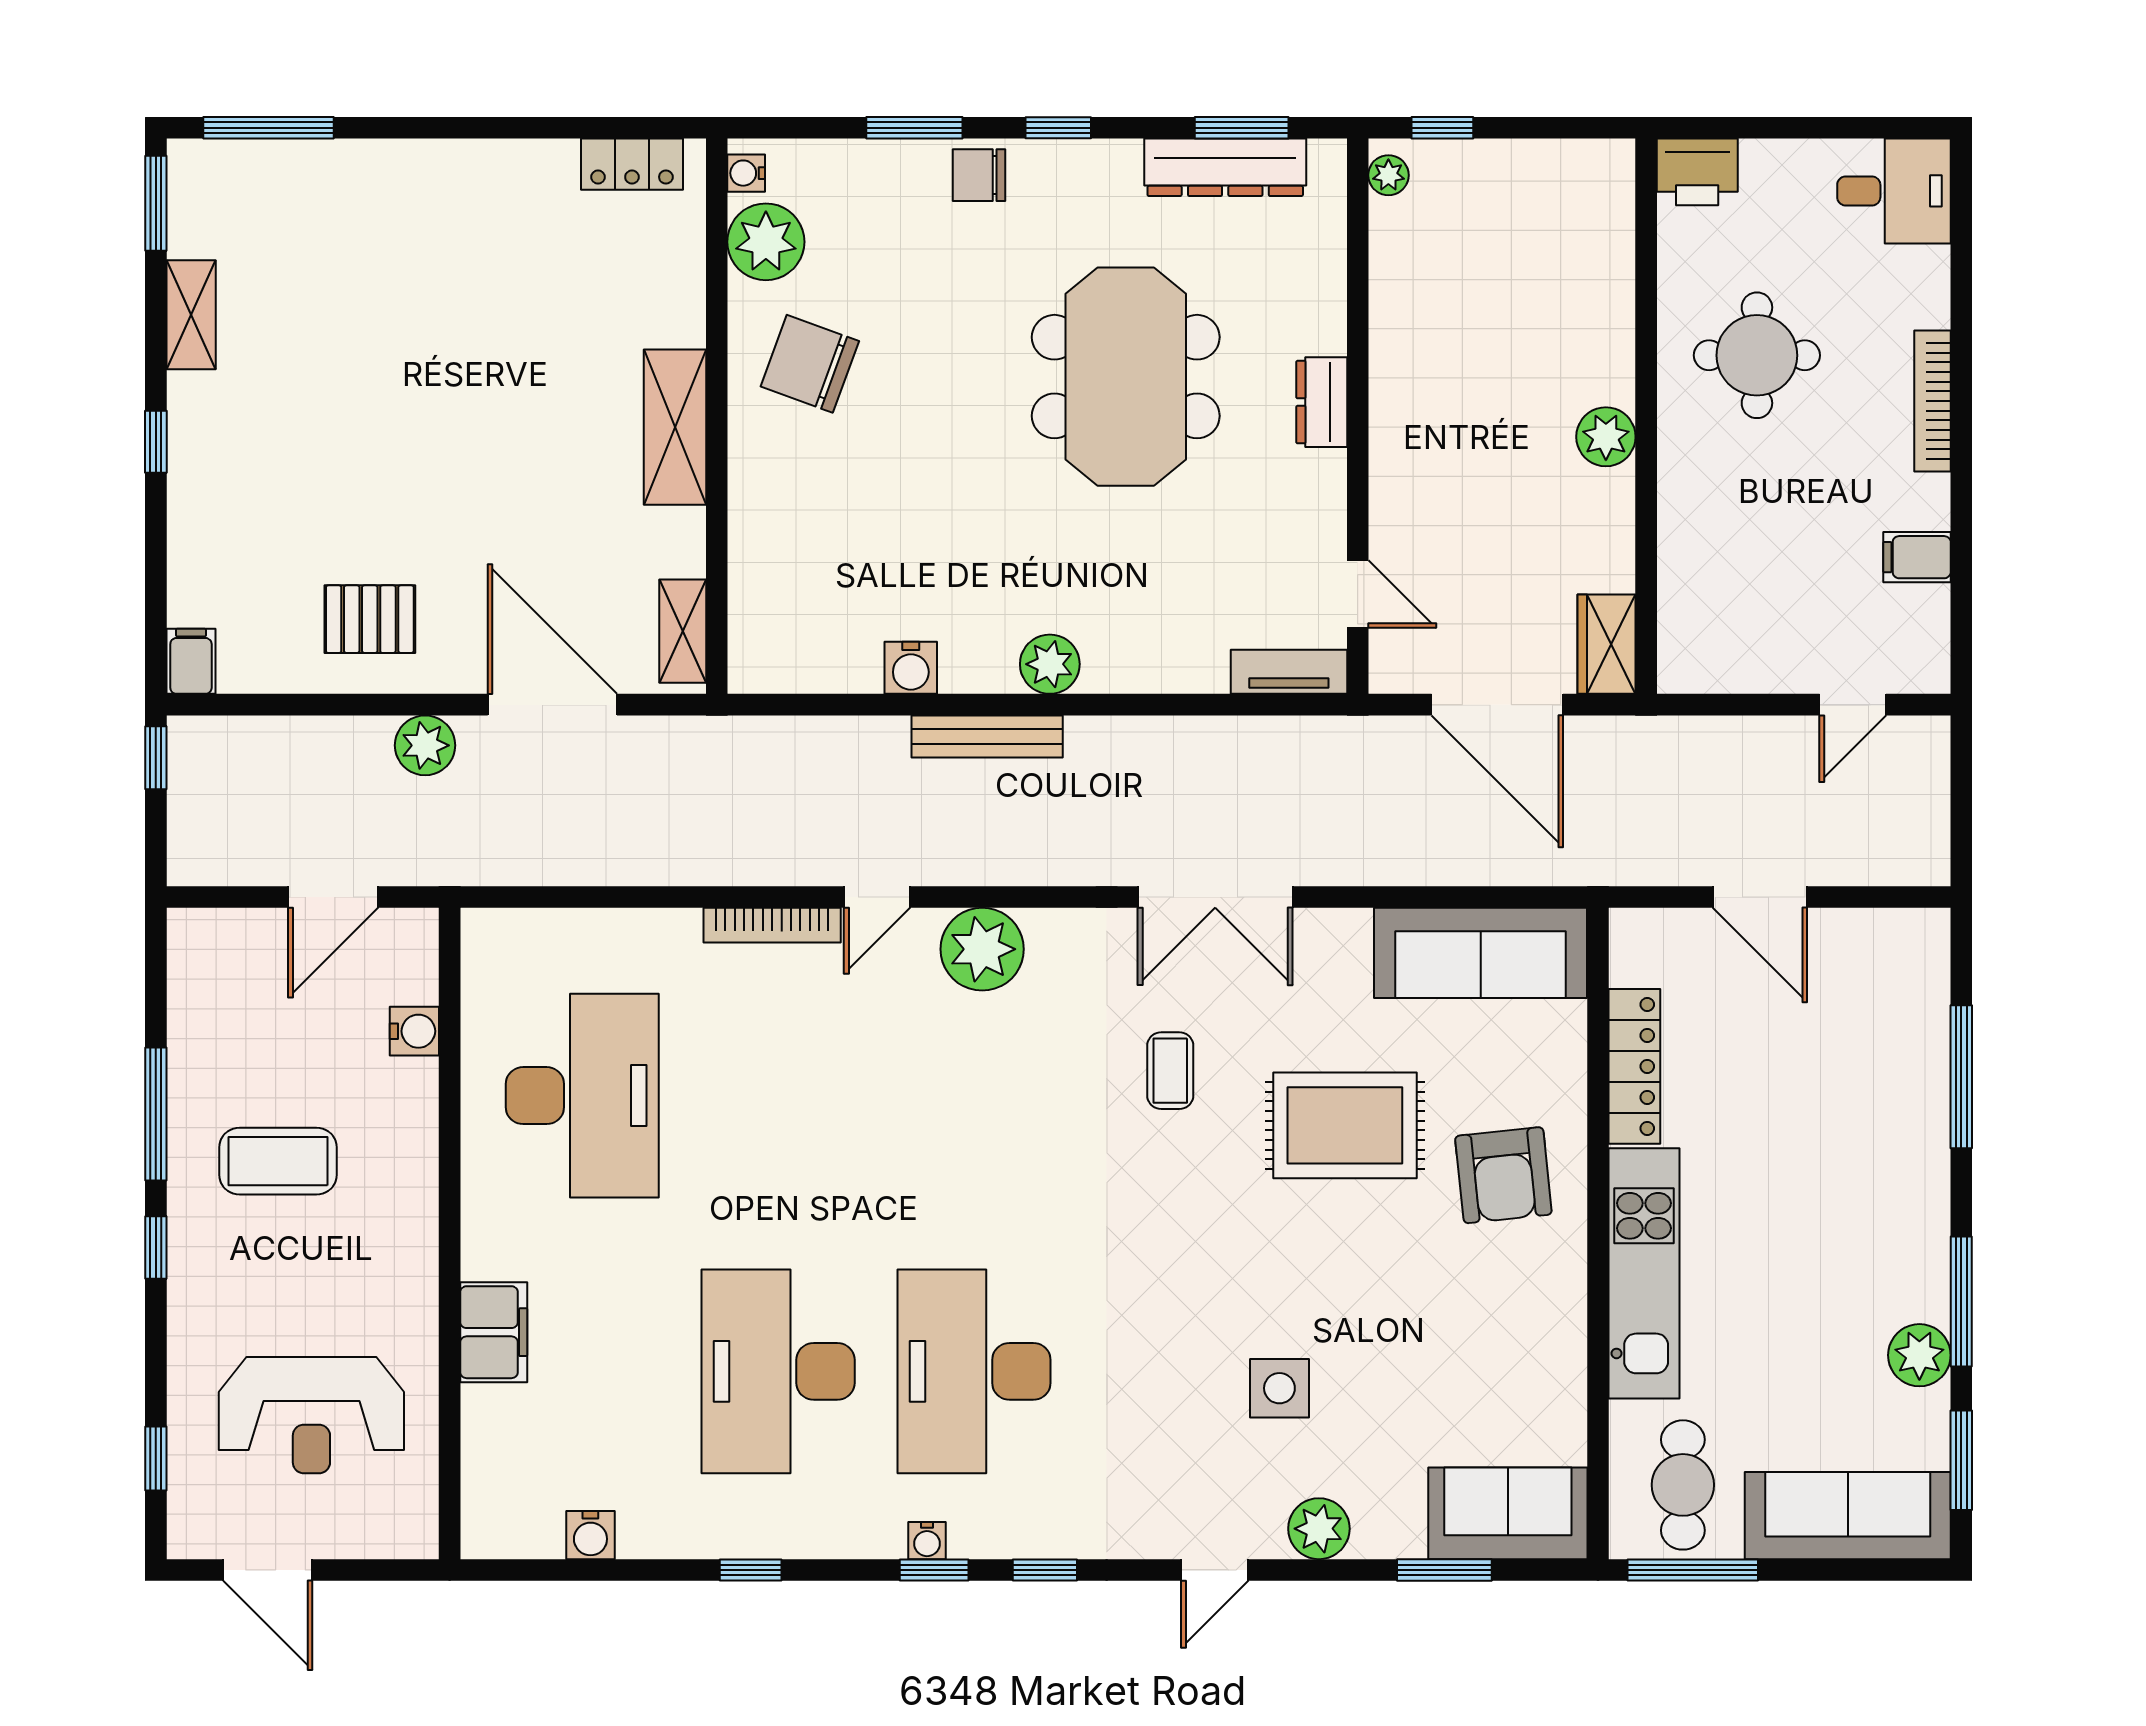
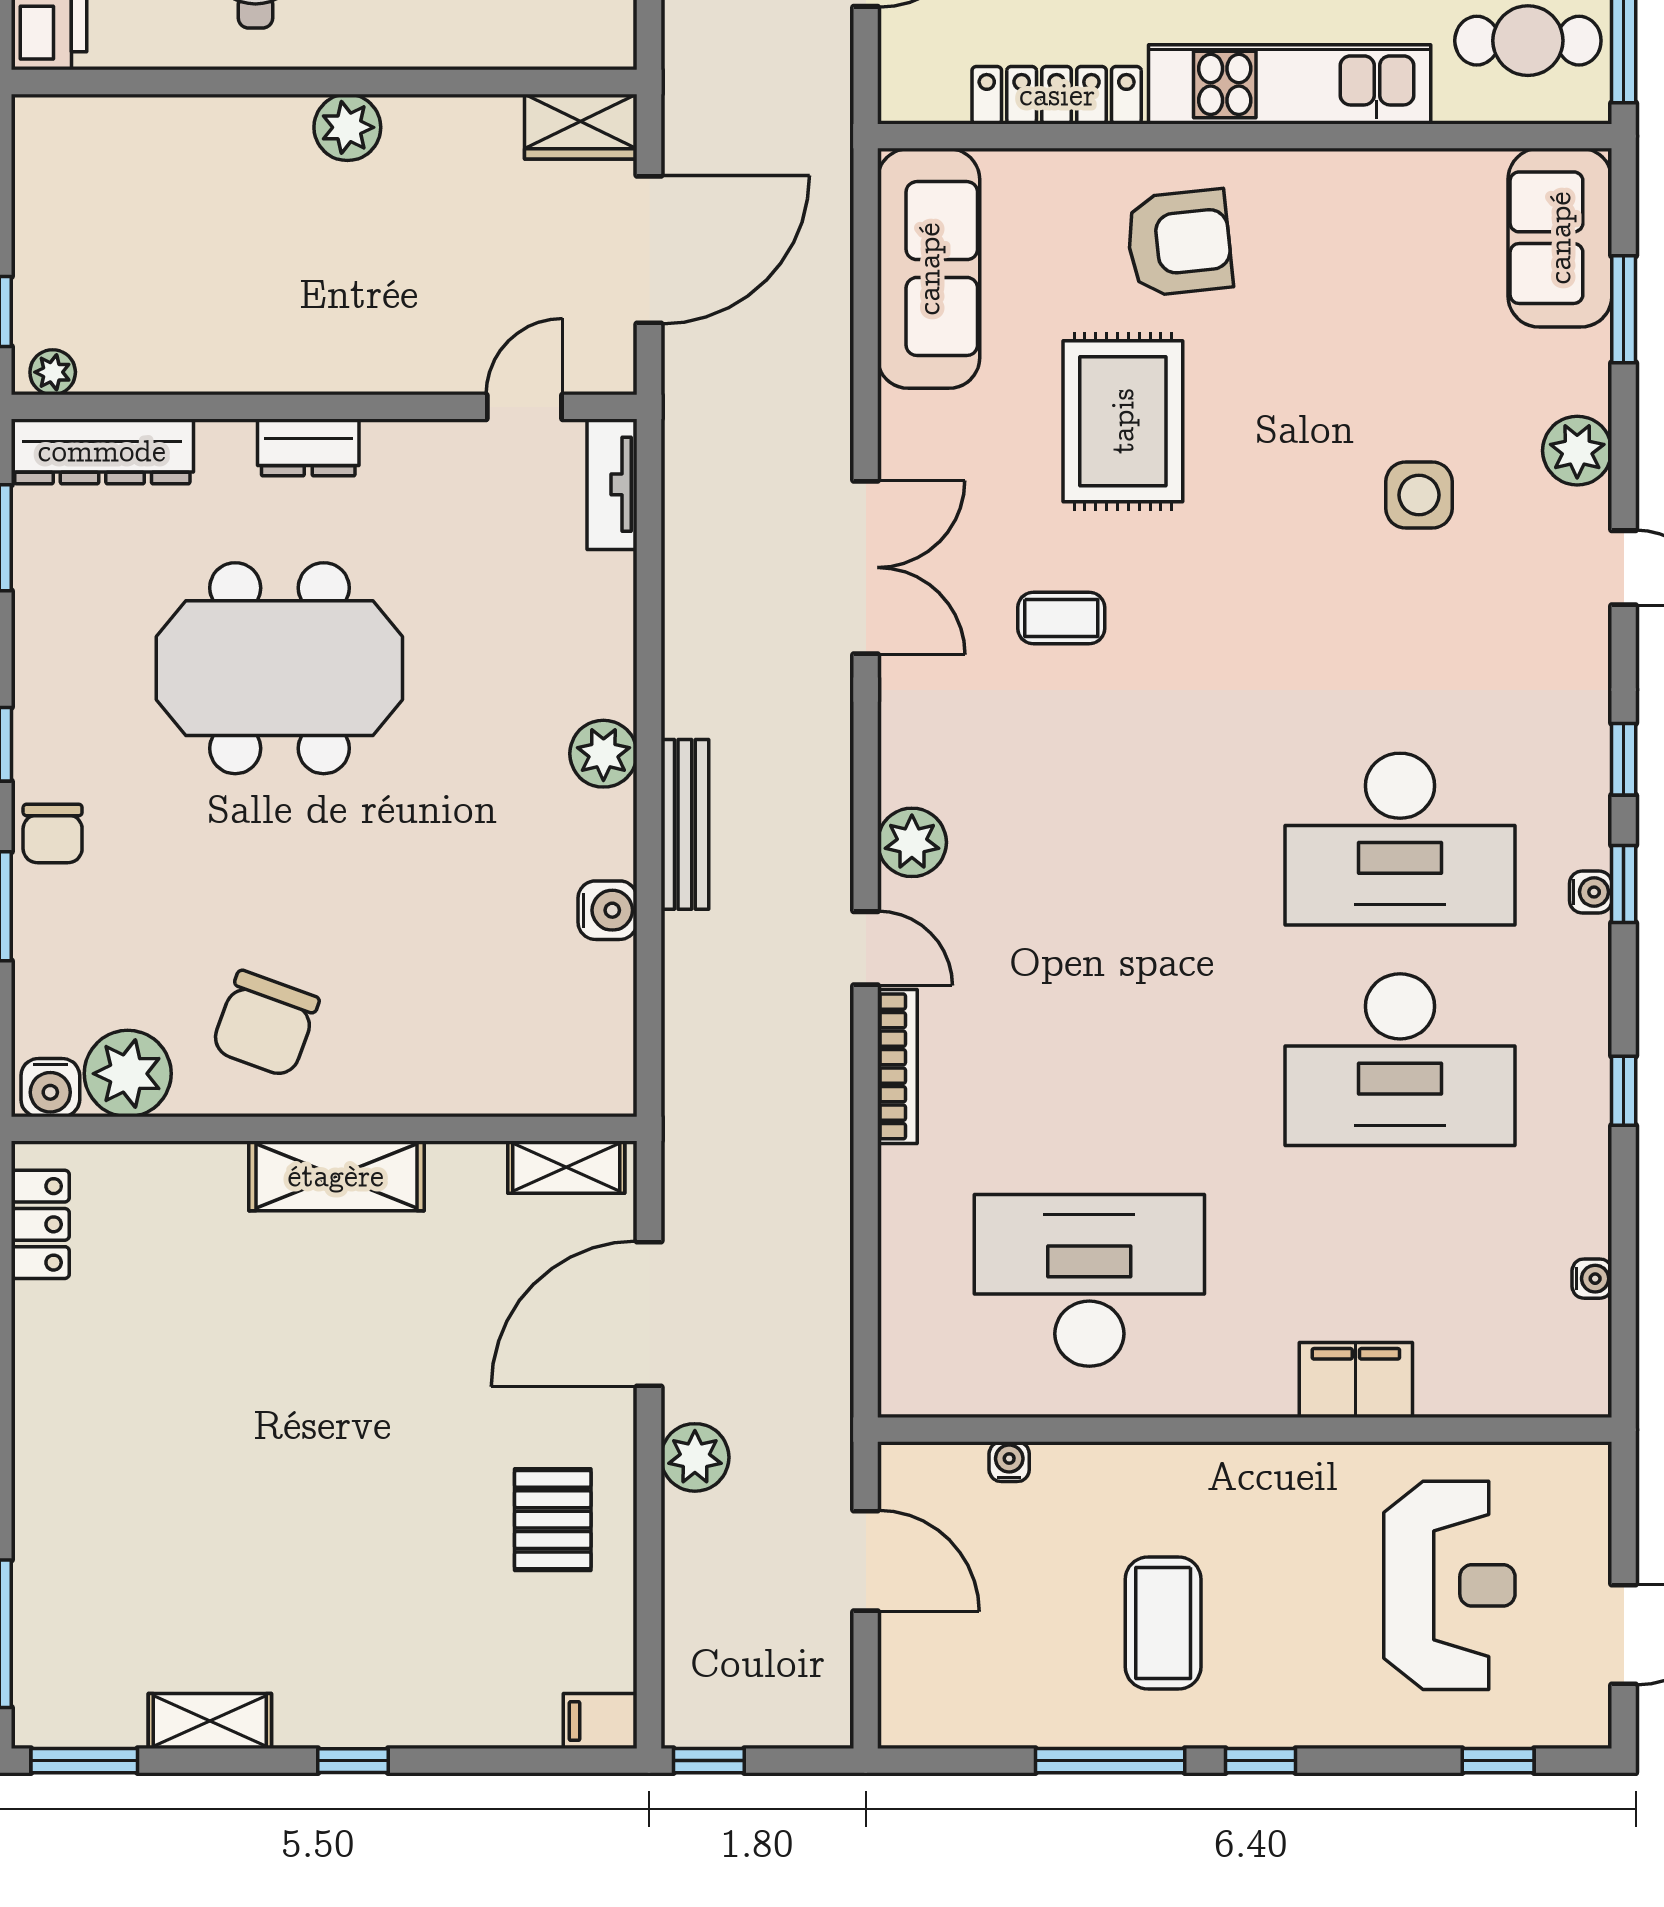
dresser: (1225, 167) -> (102, 451), moved, turned 90
water cooler: (746, 173) -> (50, 1088), width x1.38, depth x1.38
plant: (982, 949) -> (912, 842), width x0.73, depth x0.73
water cooler: (414, 1031) -> (1009, 1462), width x0.72, depth x0.72
water cooler: (590, 1535) -> (1592, 1279), width x0.72, depth x0.72

